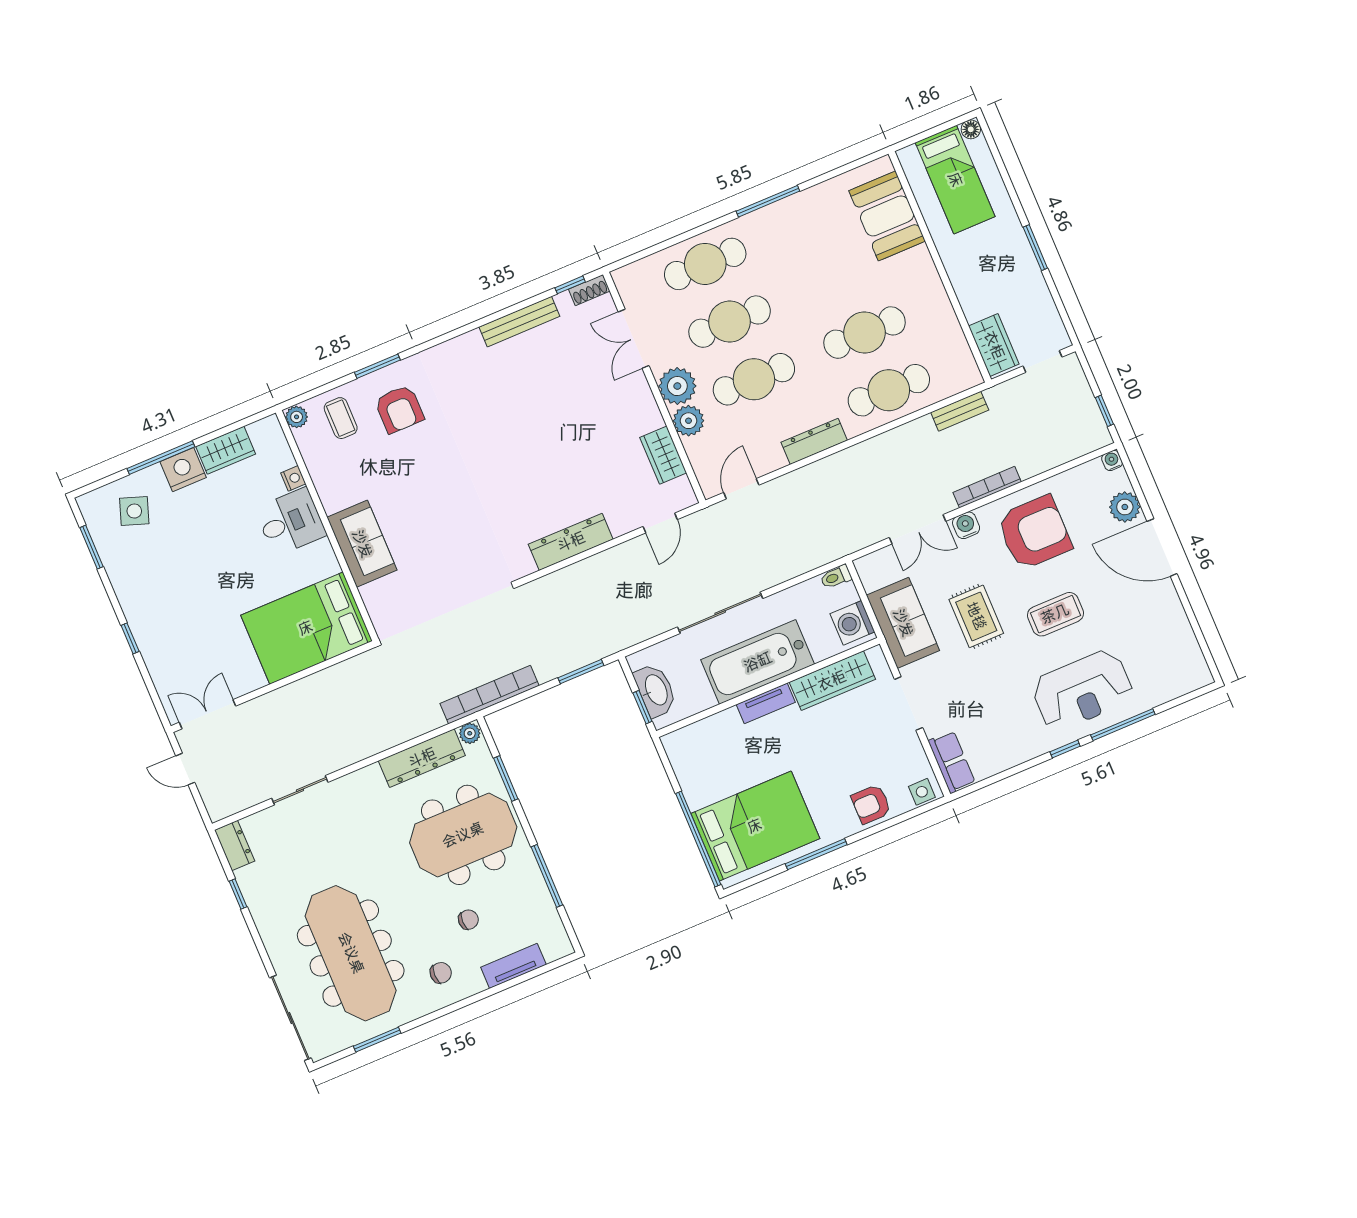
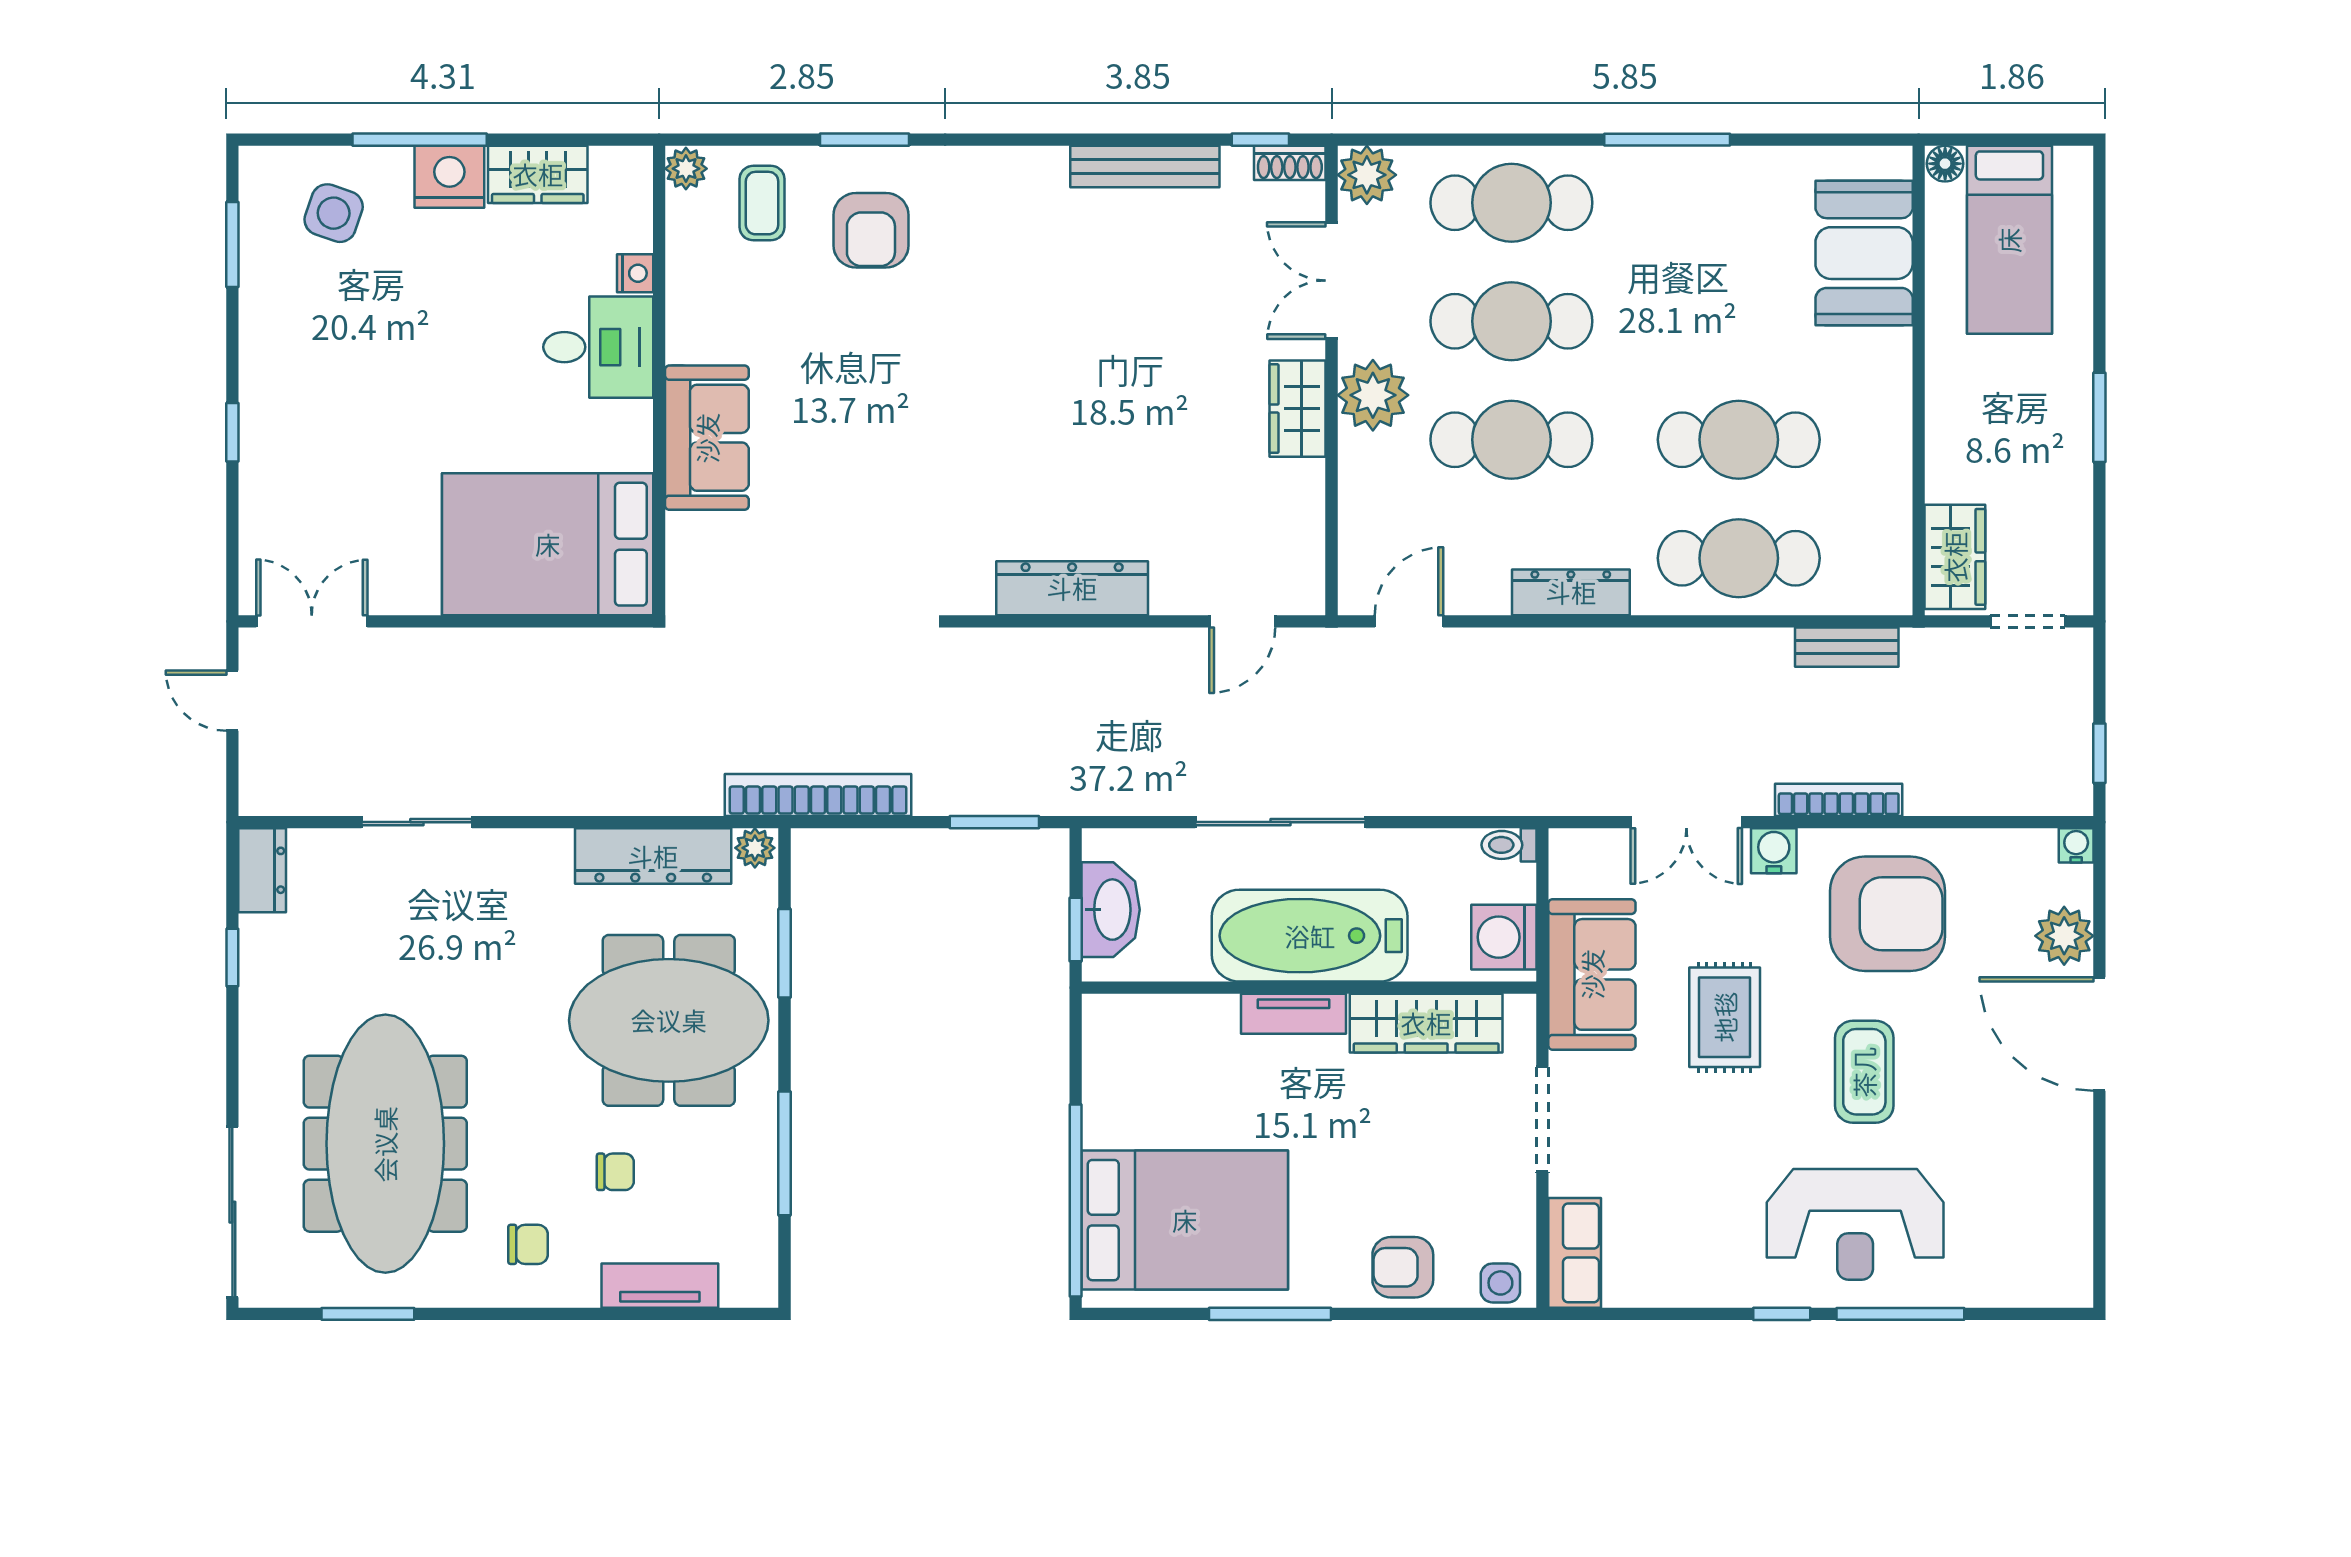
floor lamp: (971, 129) -> (1945, 164), moved
plant: (689, 421) -> (1367, 175), moved
wardrobe: (663, 455) -> (1297, 409), moved
coffee table: (1055, 614) -> (1864, 1072), turned 90

